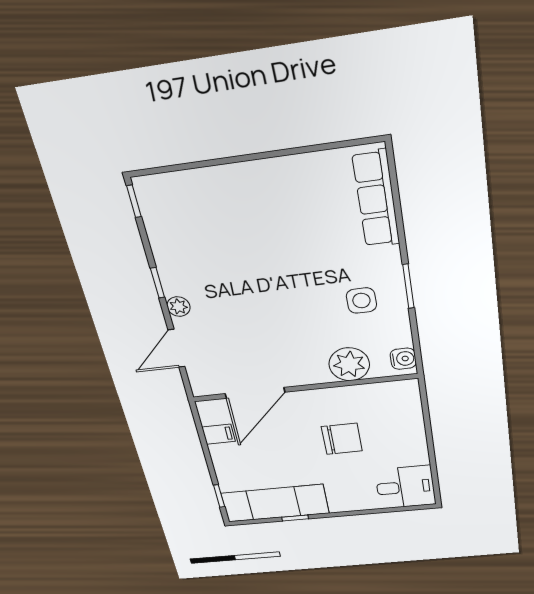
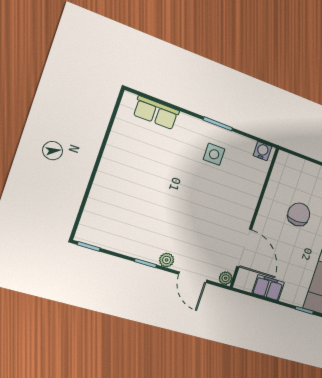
row of seats: (376, 199) -> (156, 113), width x0.68
plant: (349, 364) -> (226, 278), moved, width x0.53, depth x0.53
filing cabinet: (219, 434) -> (268, 288), width x2.00

